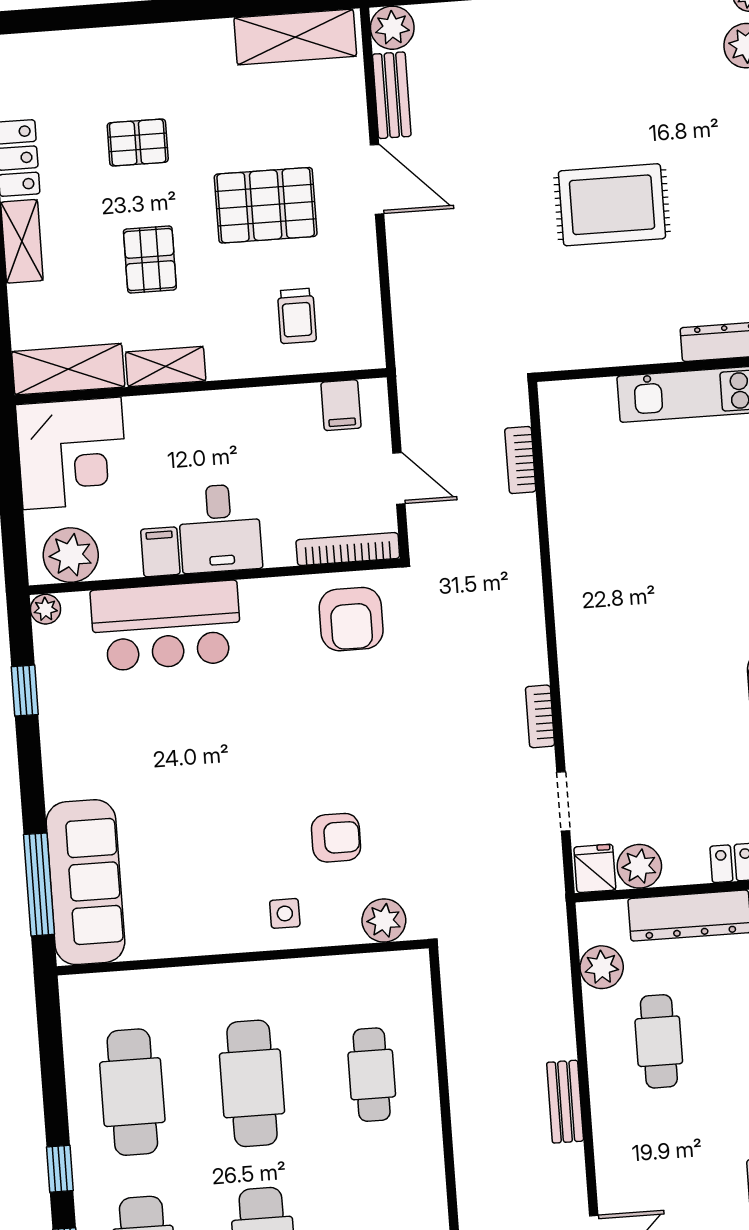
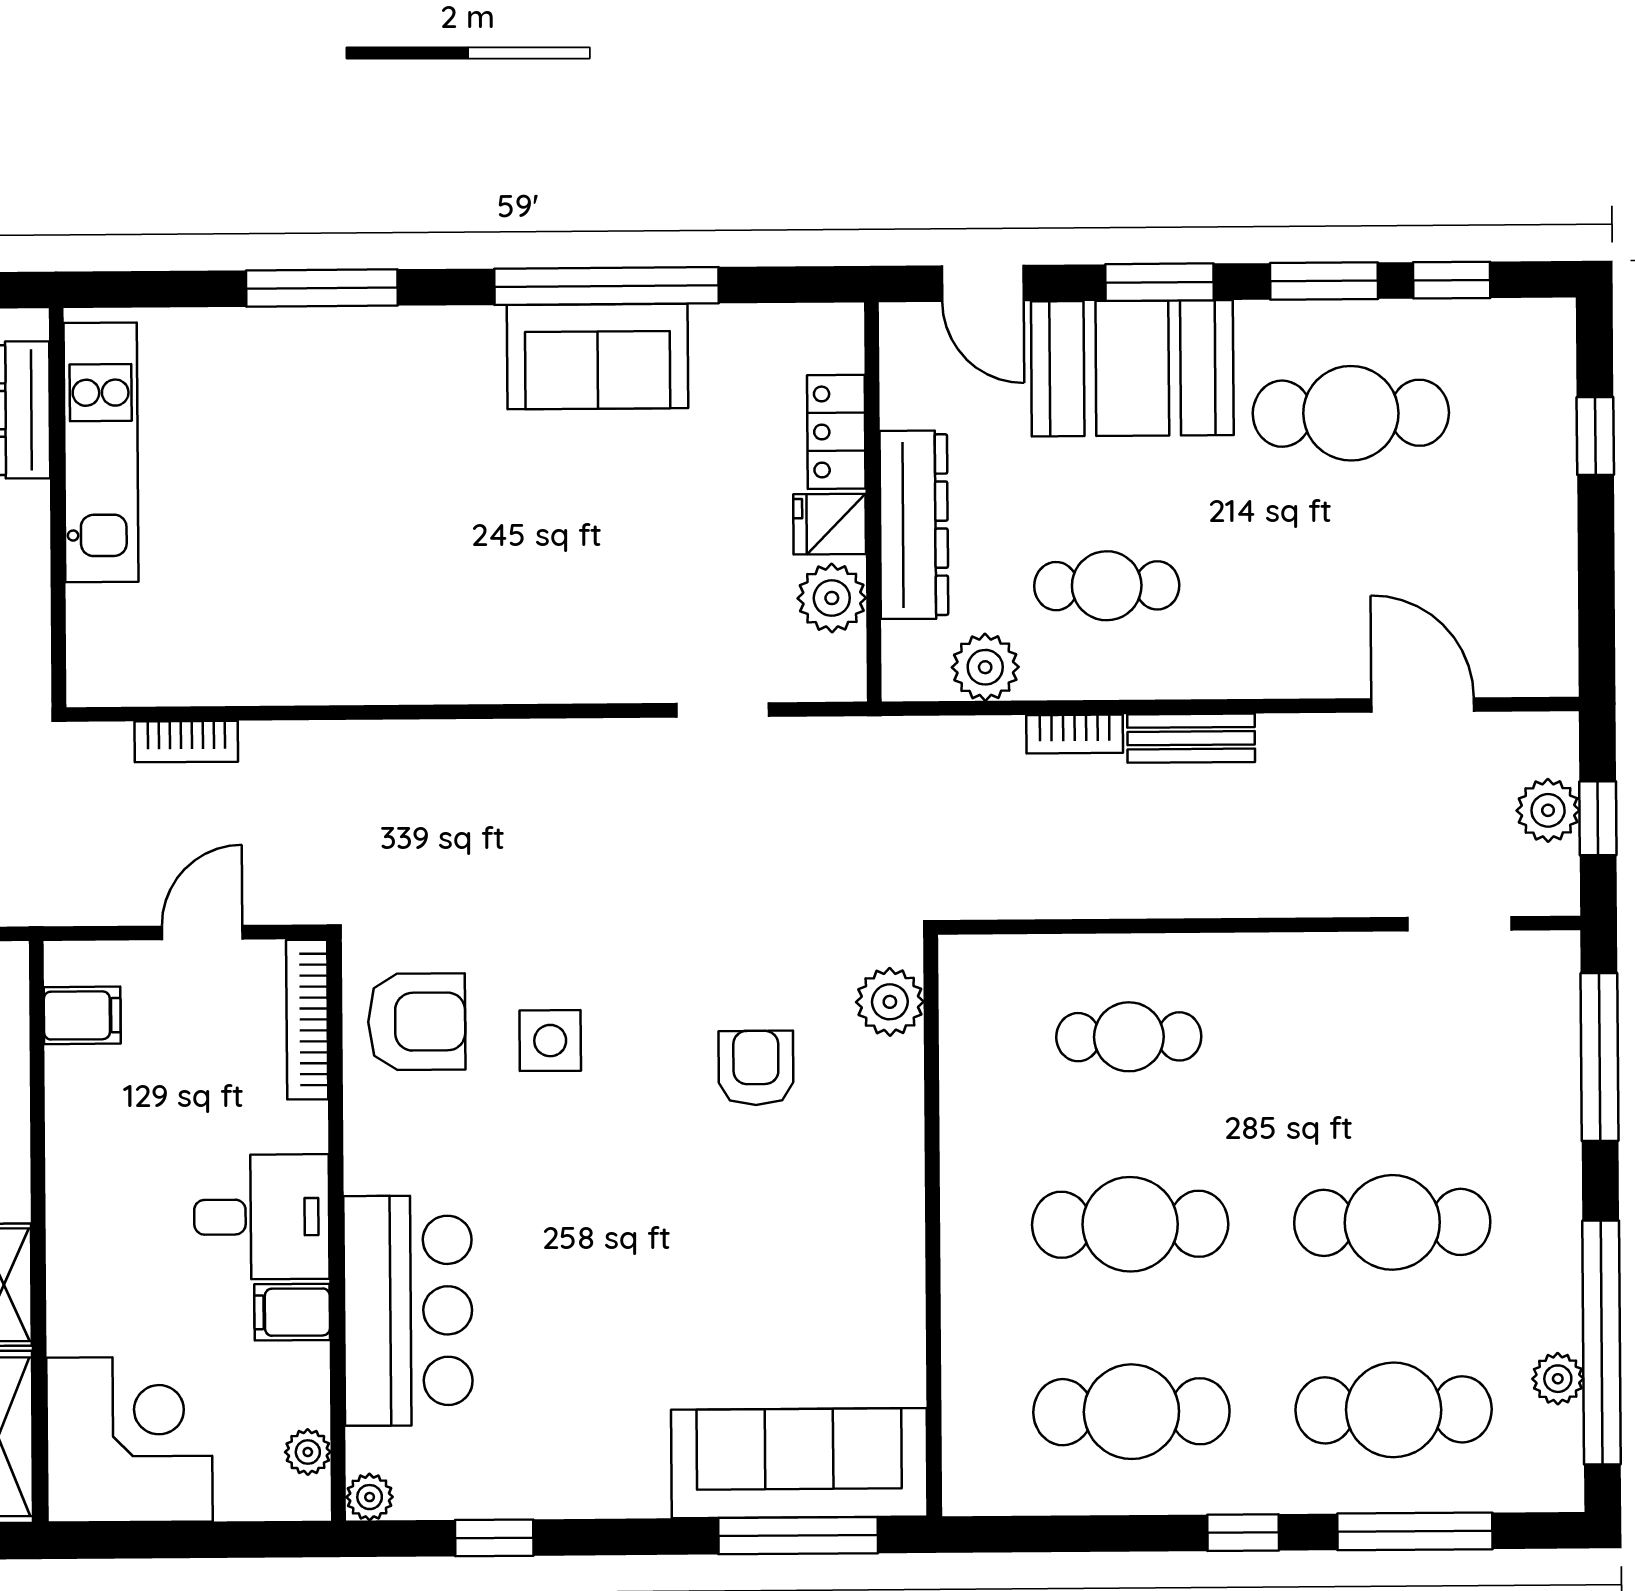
plant: (71, 555) -> (308, 1452), width x0.53, depth x0.53
bookcase: (540, 716) -> (1075, 734), moved
fridge: (595, 868) -> (830, 524), moved
side table: (285, 913) -> (550, 1041), moved, width x1.37, depth x1.37

